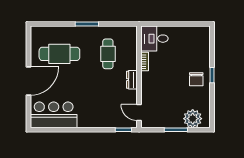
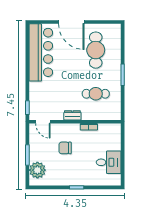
desk: (154, 39) -> (109, 162), moved, turned 90
chair: (196, 79) -> (65, 148), moved
door: (139, 113) -> (43, 122), swing flipped
bar counter: (54, 115) -> (41, 52), width x1.36

